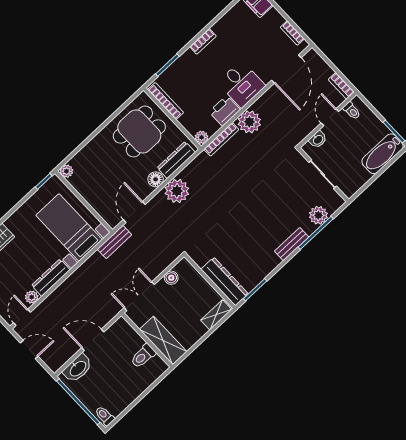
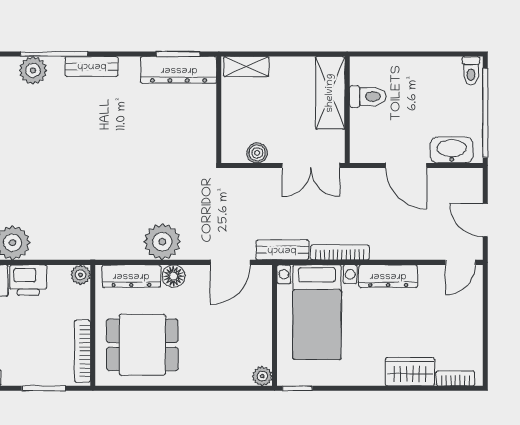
bookcase: (221, 139) -> (340, 252), moved
dresser: (225, 281) -> (179, 70), moved, turned -90
plant: (32, 297) -> (429, 274), removed

